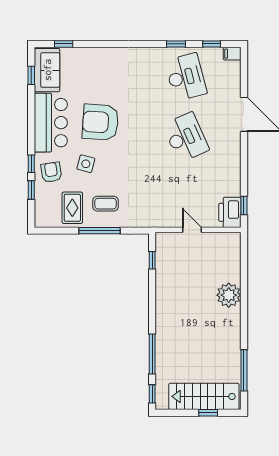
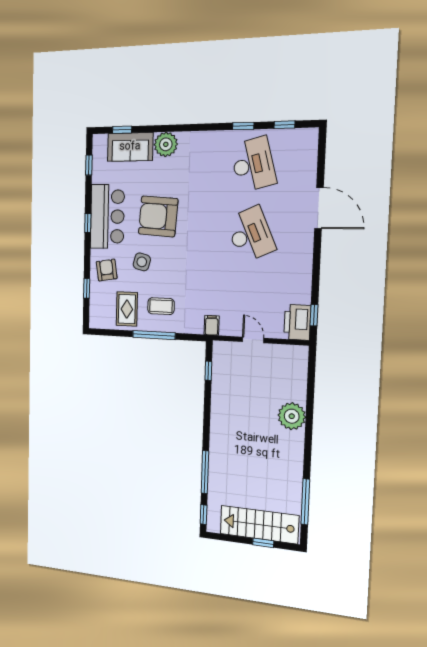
filing cabinet: (232, 54) -> (212, 325), moved, turned 90
plant: (106, 58) -> (166, 144), added
sofa: (47, 70) -> (130, 147), moved, turned 90
window: (31, 164) -> (88, 223), moved

